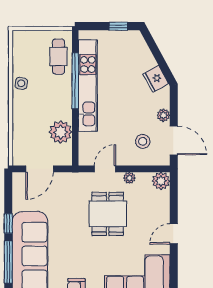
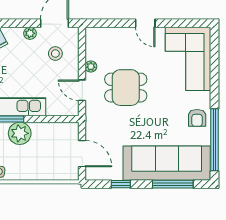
plant: (61, 132) -> (20, 133), moved
plant: (161, 181) -> (94, 36), removed
window: (8, 223) -> (121, 184), moved

